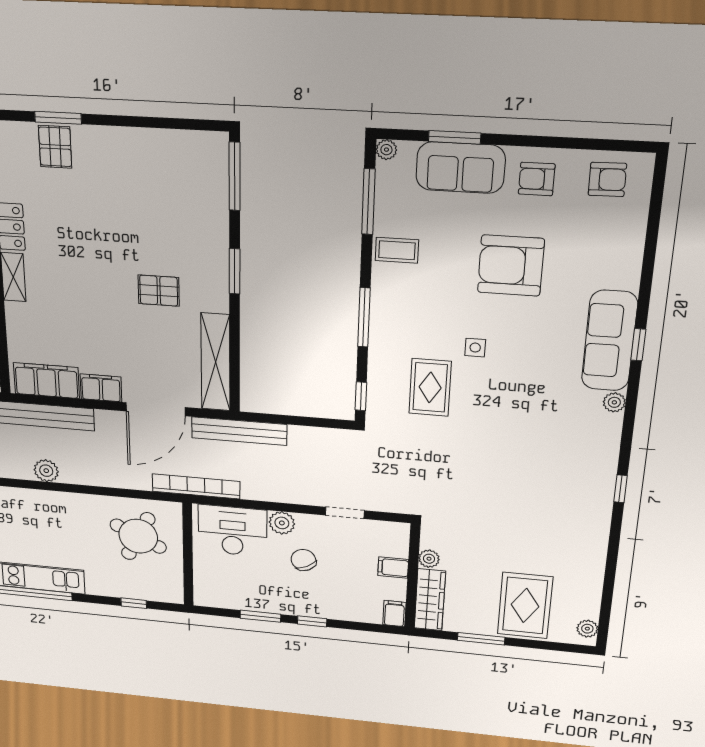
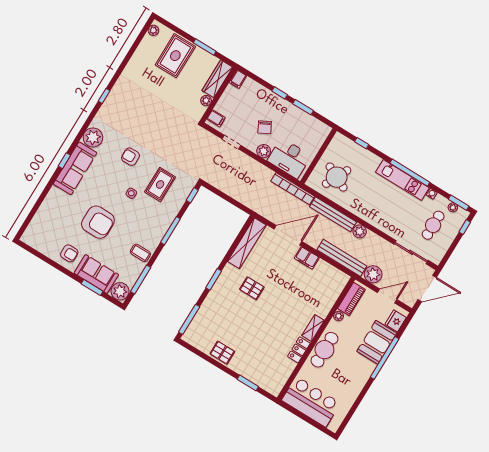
pallet: (55, 147) -> (222, 353), moved, turned 90
plant: (386, 150) -> (120, 291), width x1.87, depth x1.87
armchair: (607, 179) -> (130, 157), moved
filing cabinet: (46, 381) -> (330, 274), removed
plant: (614, 402) -> (93, 137), width x1.88, depth x1.88
bench: (239, 431) -> (333, 214), moved
filing cabinet: (393, 567) -> (216, 118), moved

